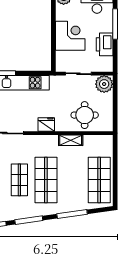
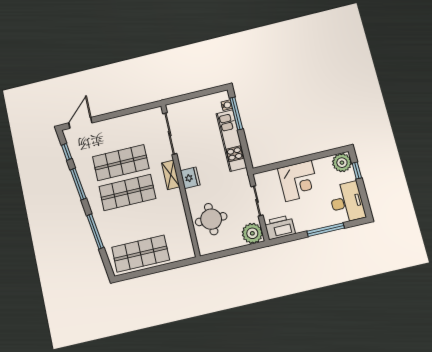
printer: (105, 44) -> (280, 227), moved
shelving: (71, 140) -> (171, 175), moved
shop shelf: (19, 180) -> (121, 163), width x1.43, depth x1.36

